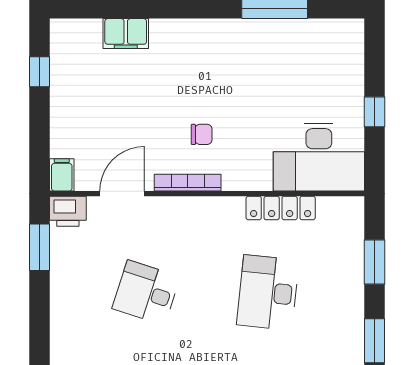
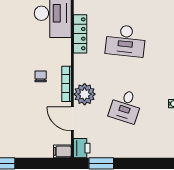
plant: (168, 216) -> (85, 94), added

